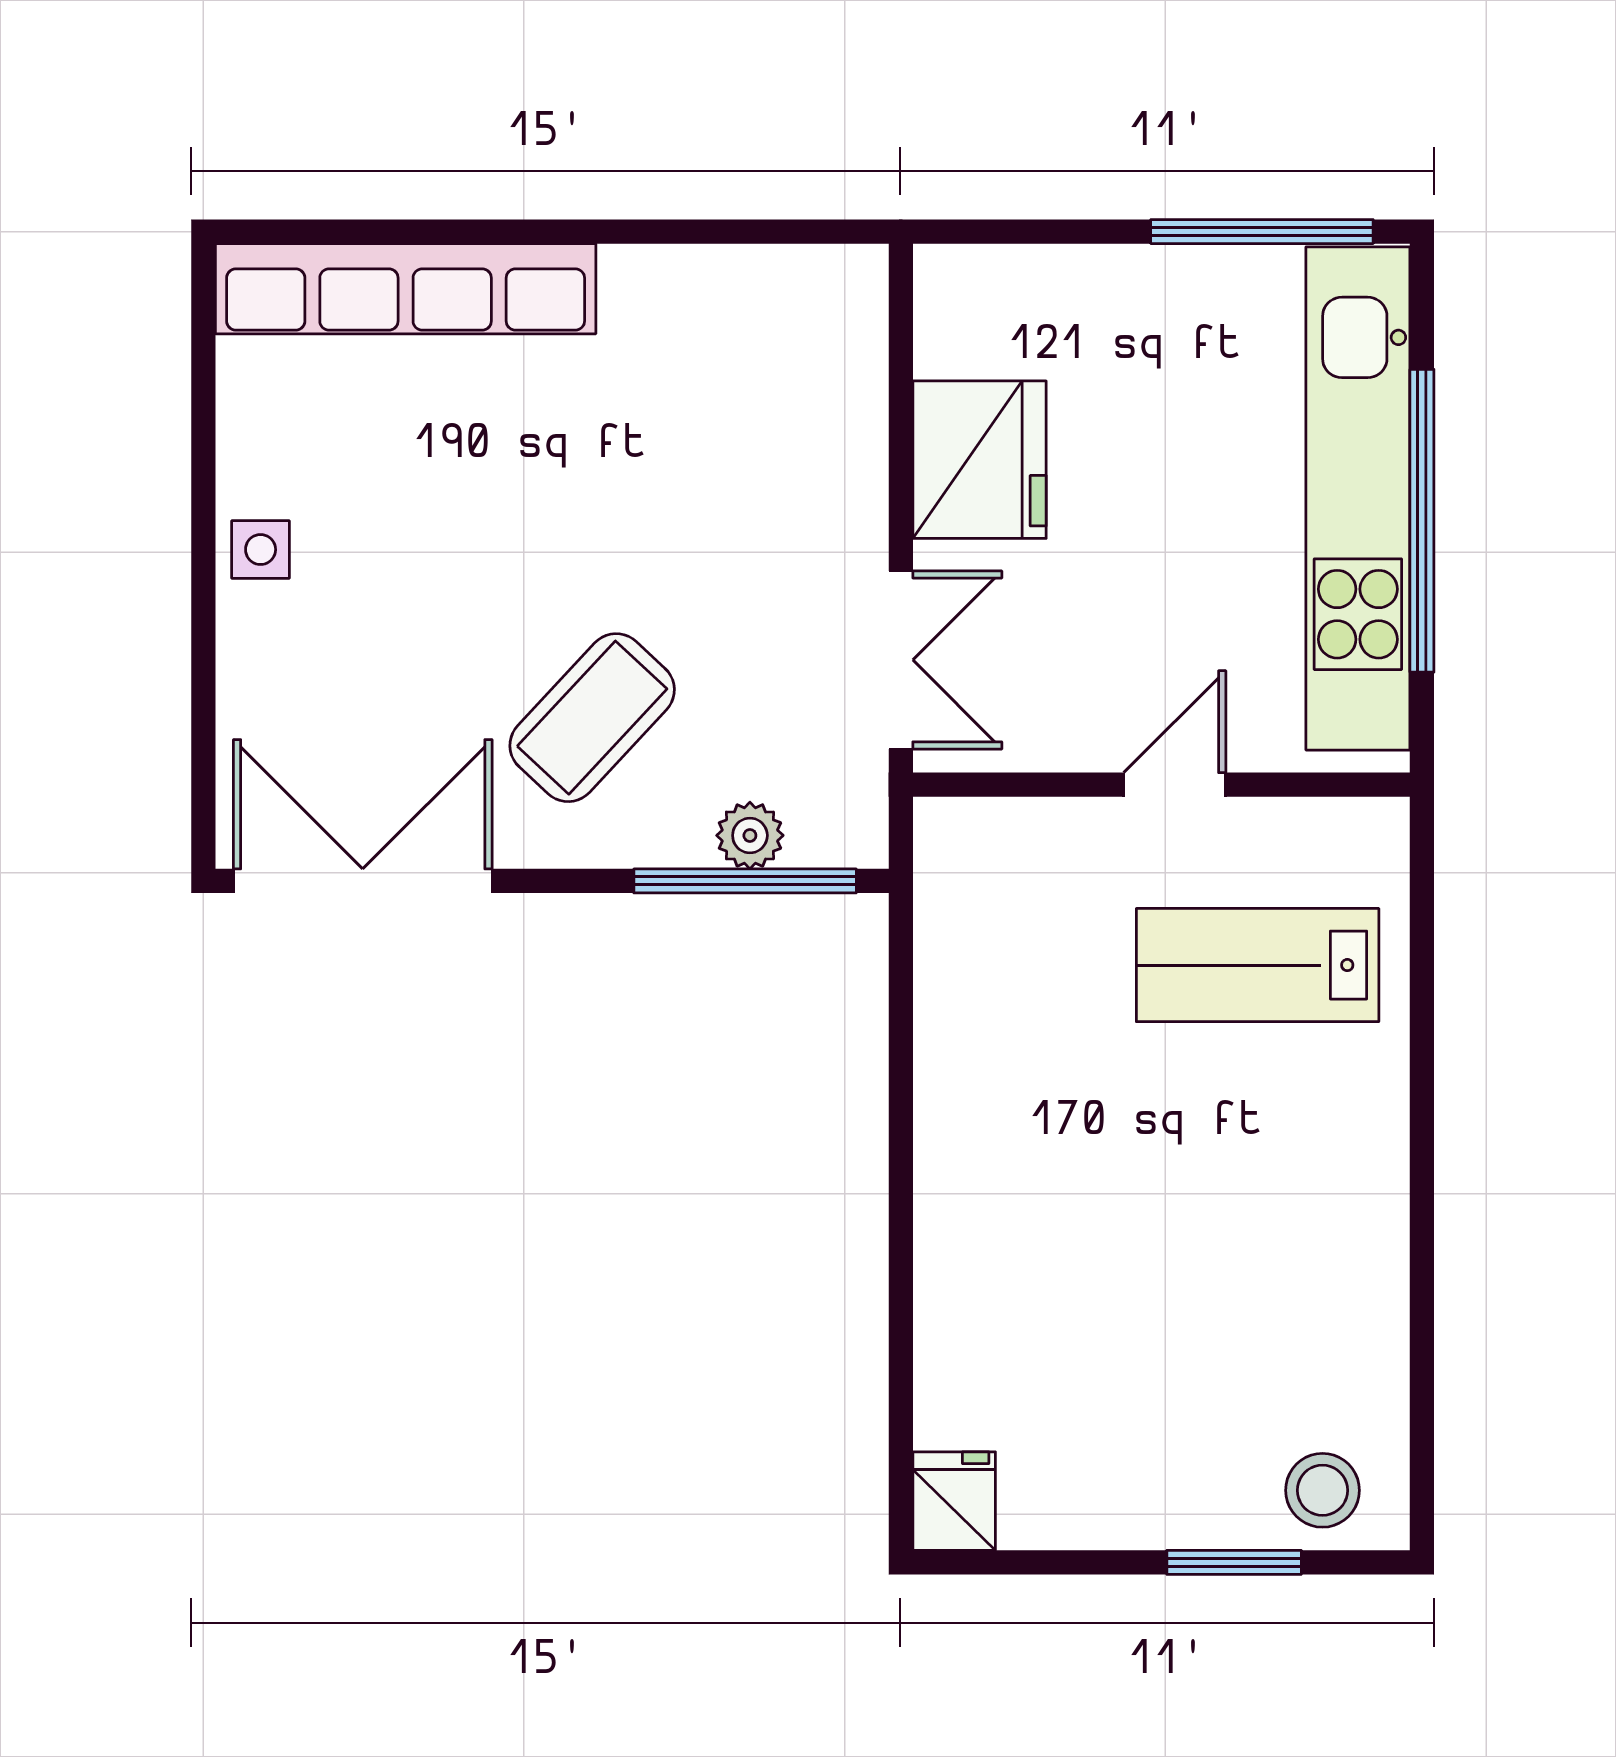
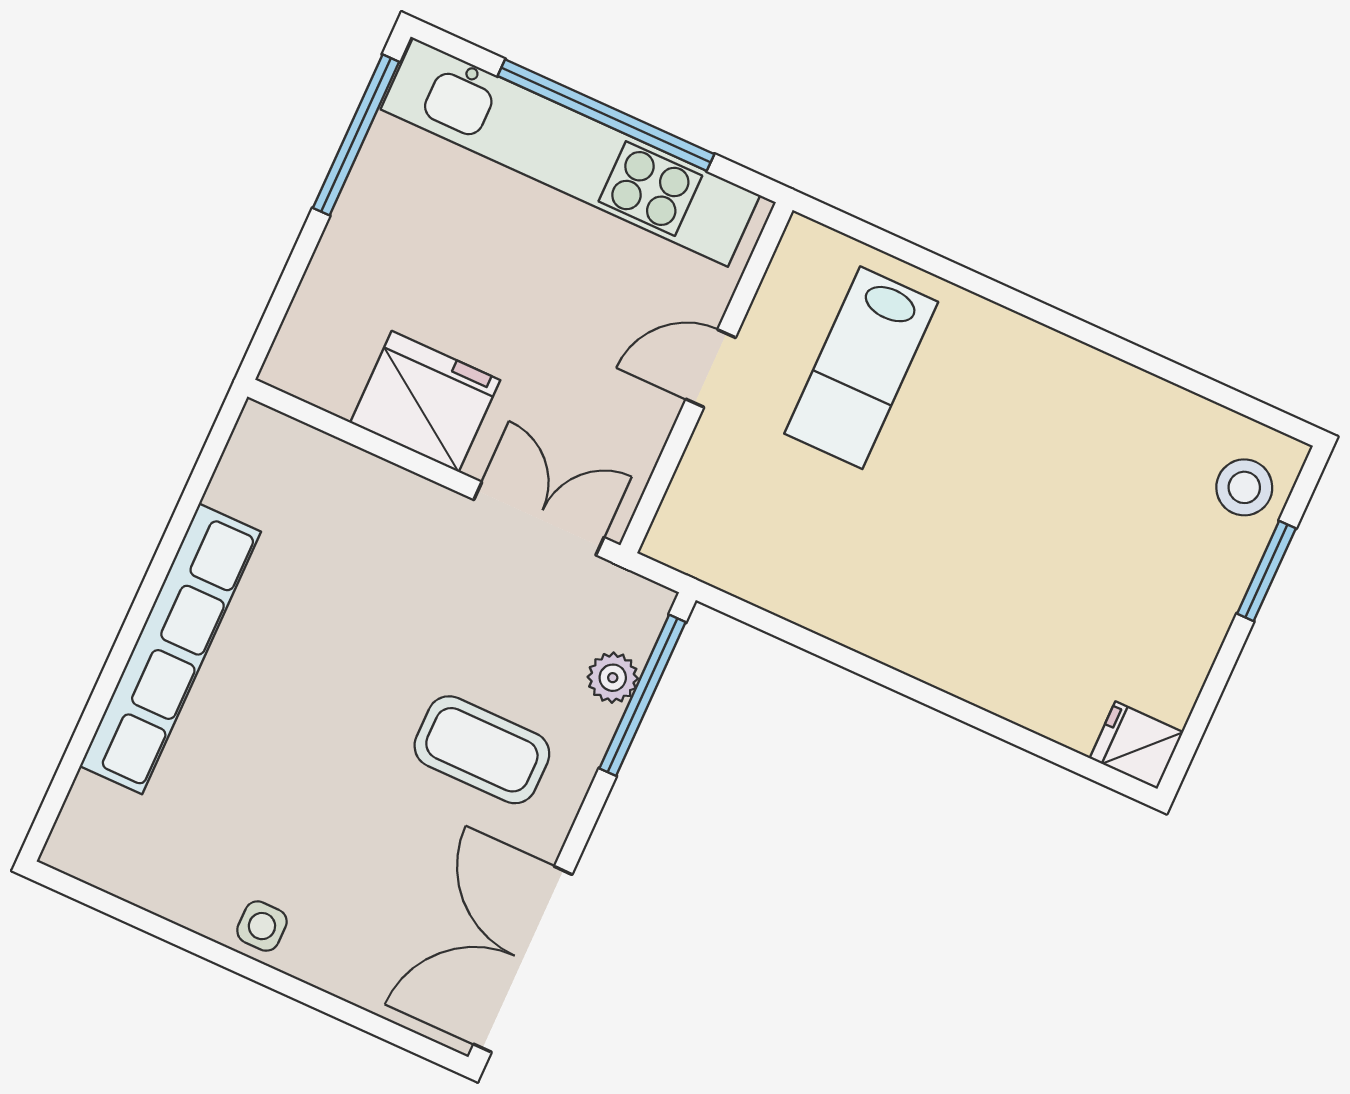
row of seats: (406, 289) -> (170, 649), moved
coffee table: (592, 718) -> (482, 750), turned -43
door: (1175, 785) -> (711, 368), hinge flipped

